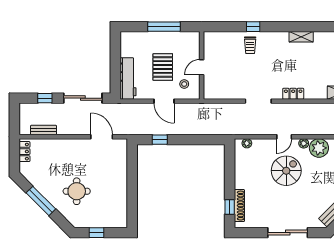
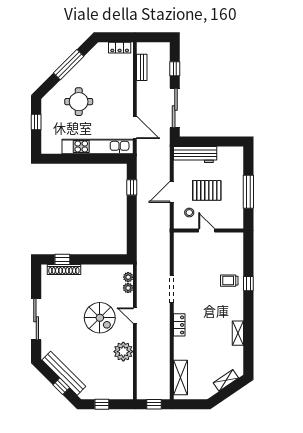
door: (102, 137) -> (135, 127), hinge flipped
plant: (304, 143) -> (128, 288), moved
kitchen unit: (120, 173) -> (98, 147), added

